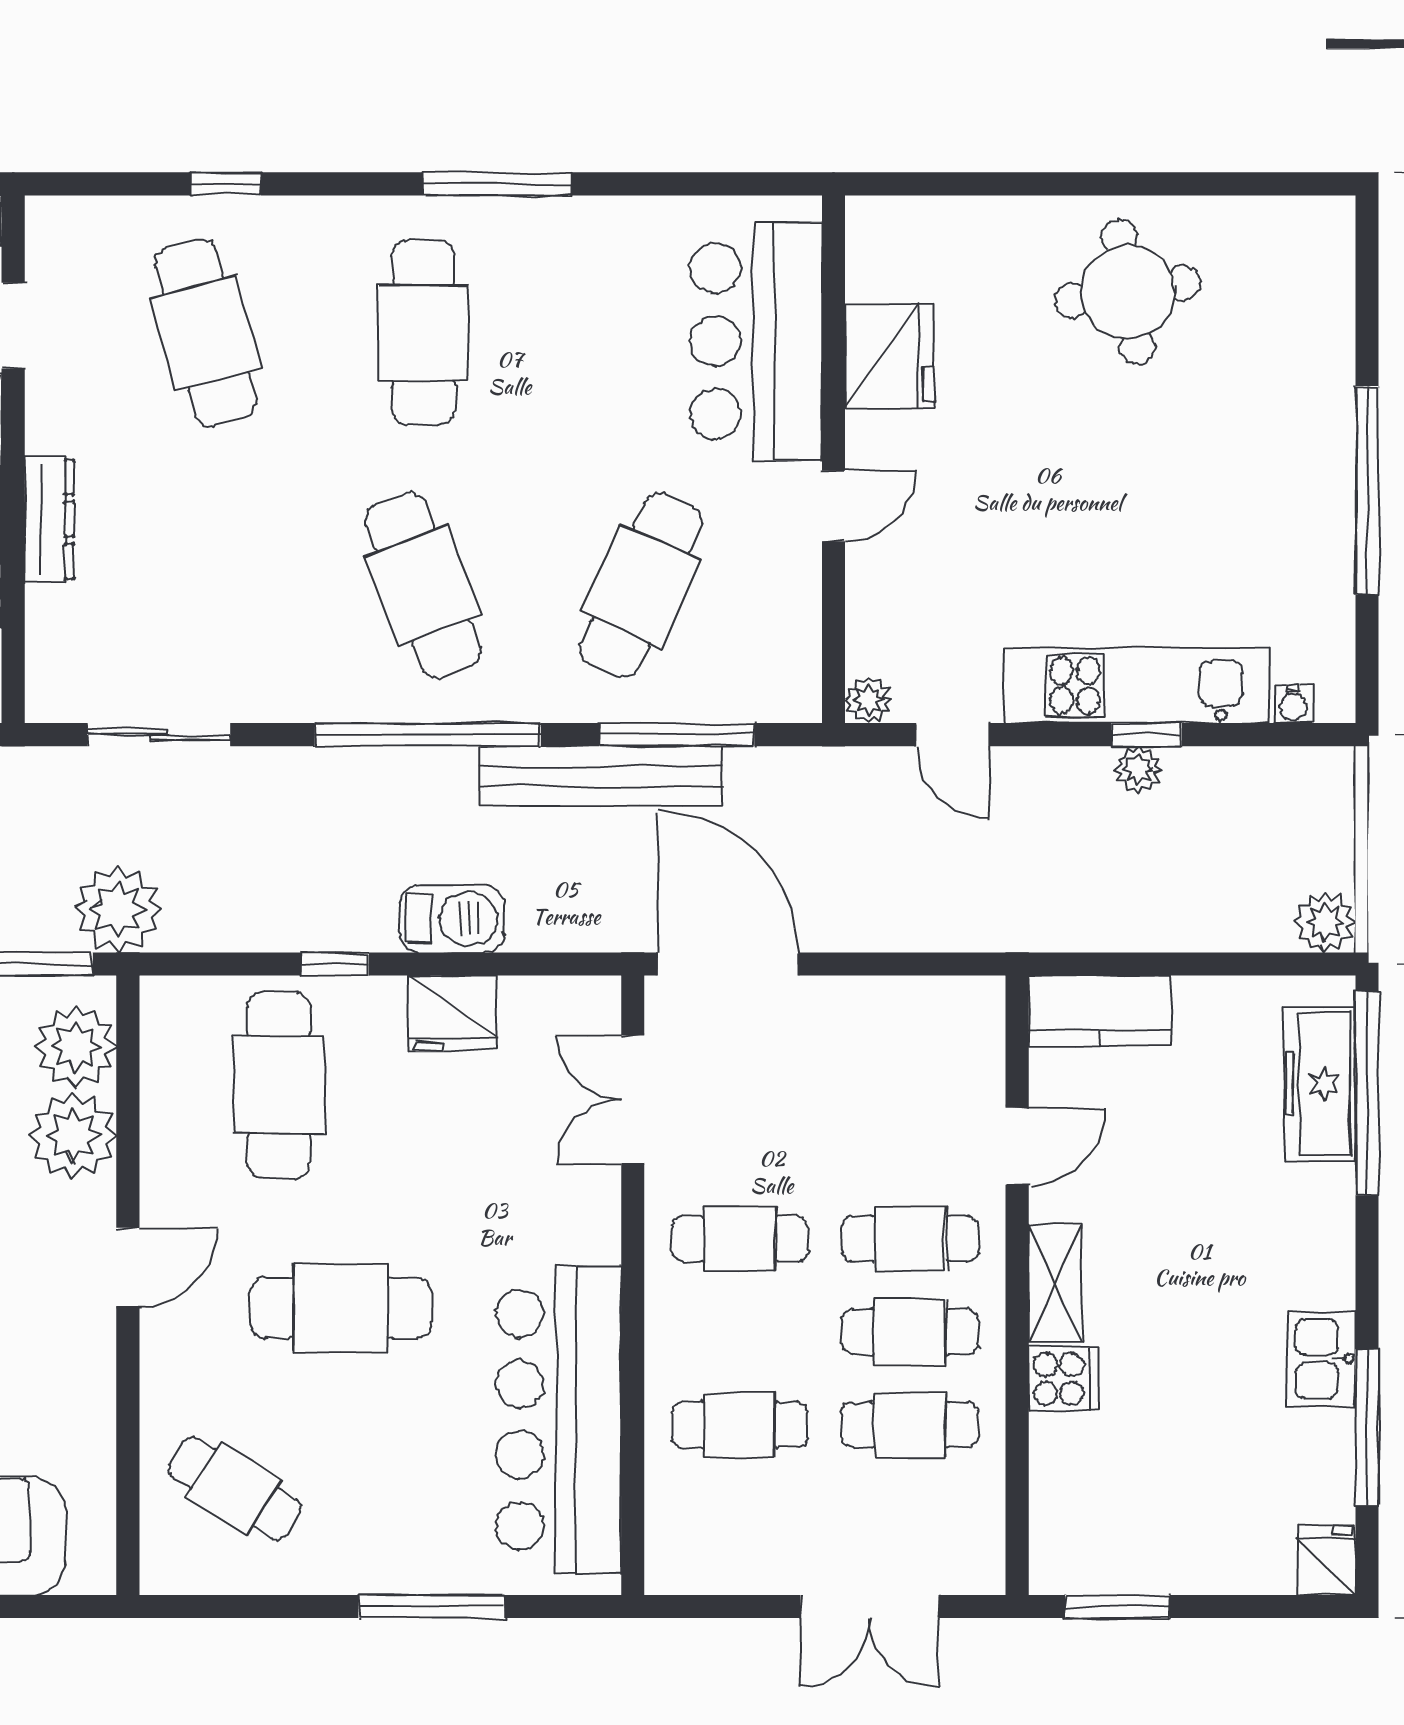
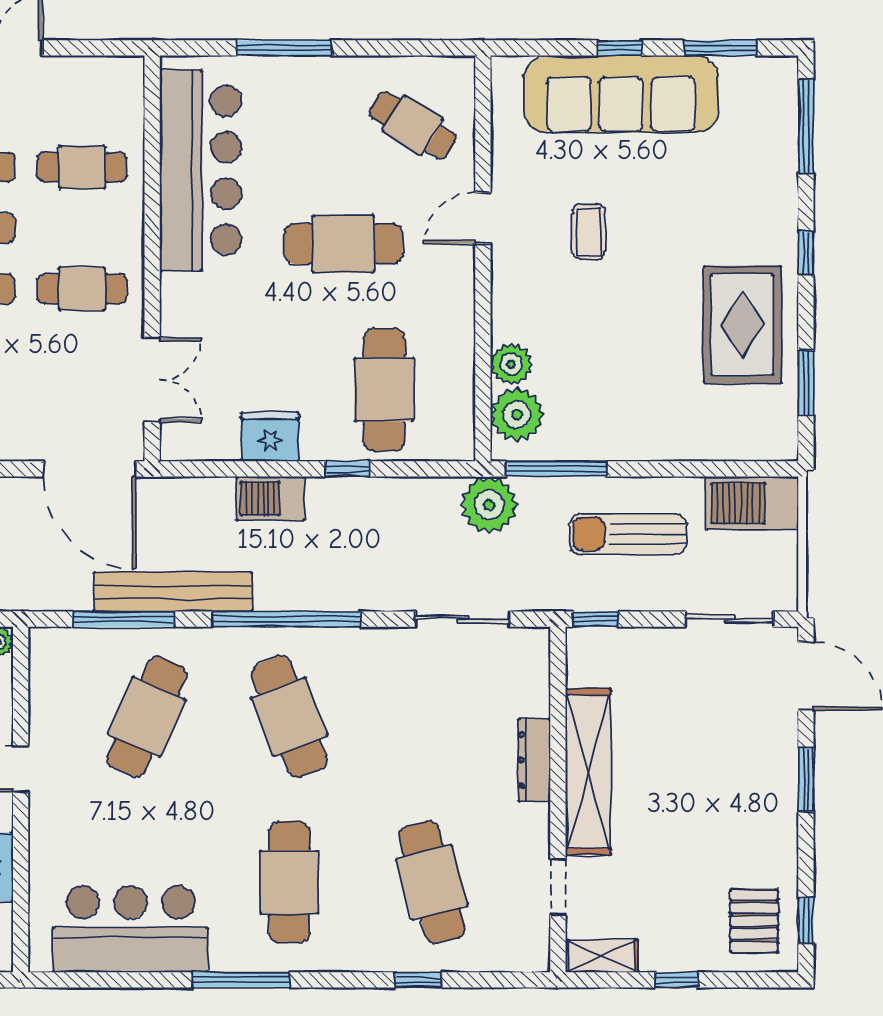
bar counter: (756, 341) -> (131, 929), moved, turned -90
plant: (73, 1135) -> (511, 364), width x0.73, depth x0.73
door: (128, 1267) -> (483, 218), moved

